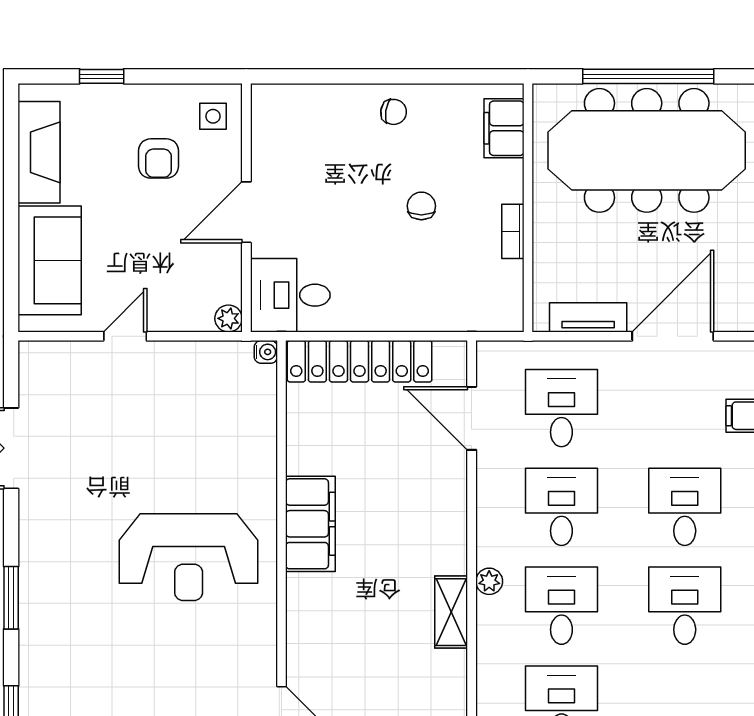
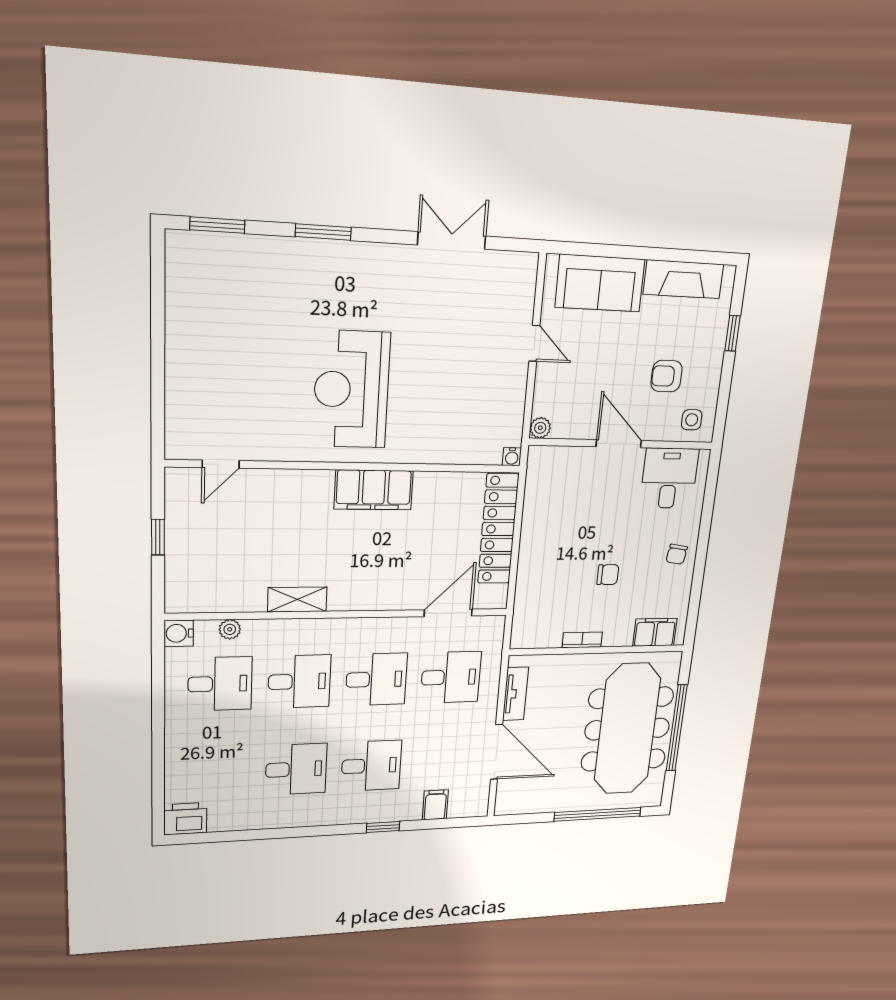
desk: (290, 295) -> (669, 478), moved
plant: (489, 581) -> (230, 629), moved

